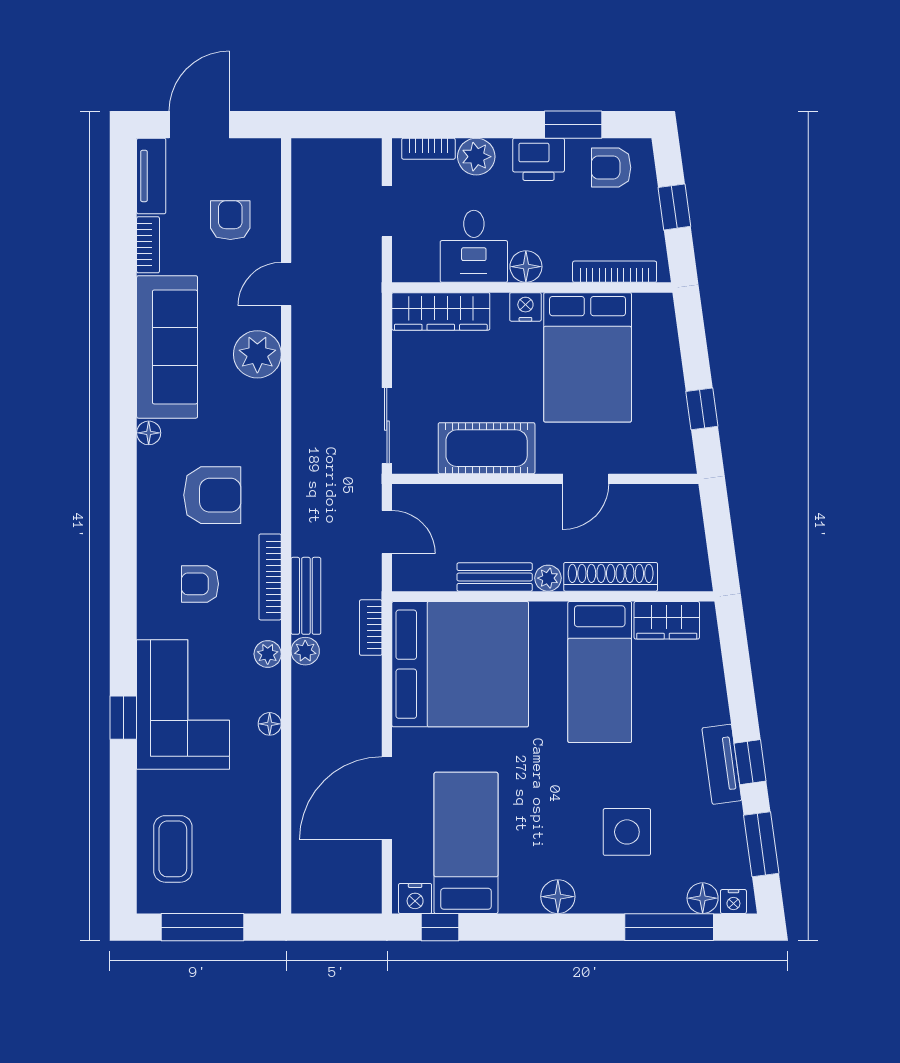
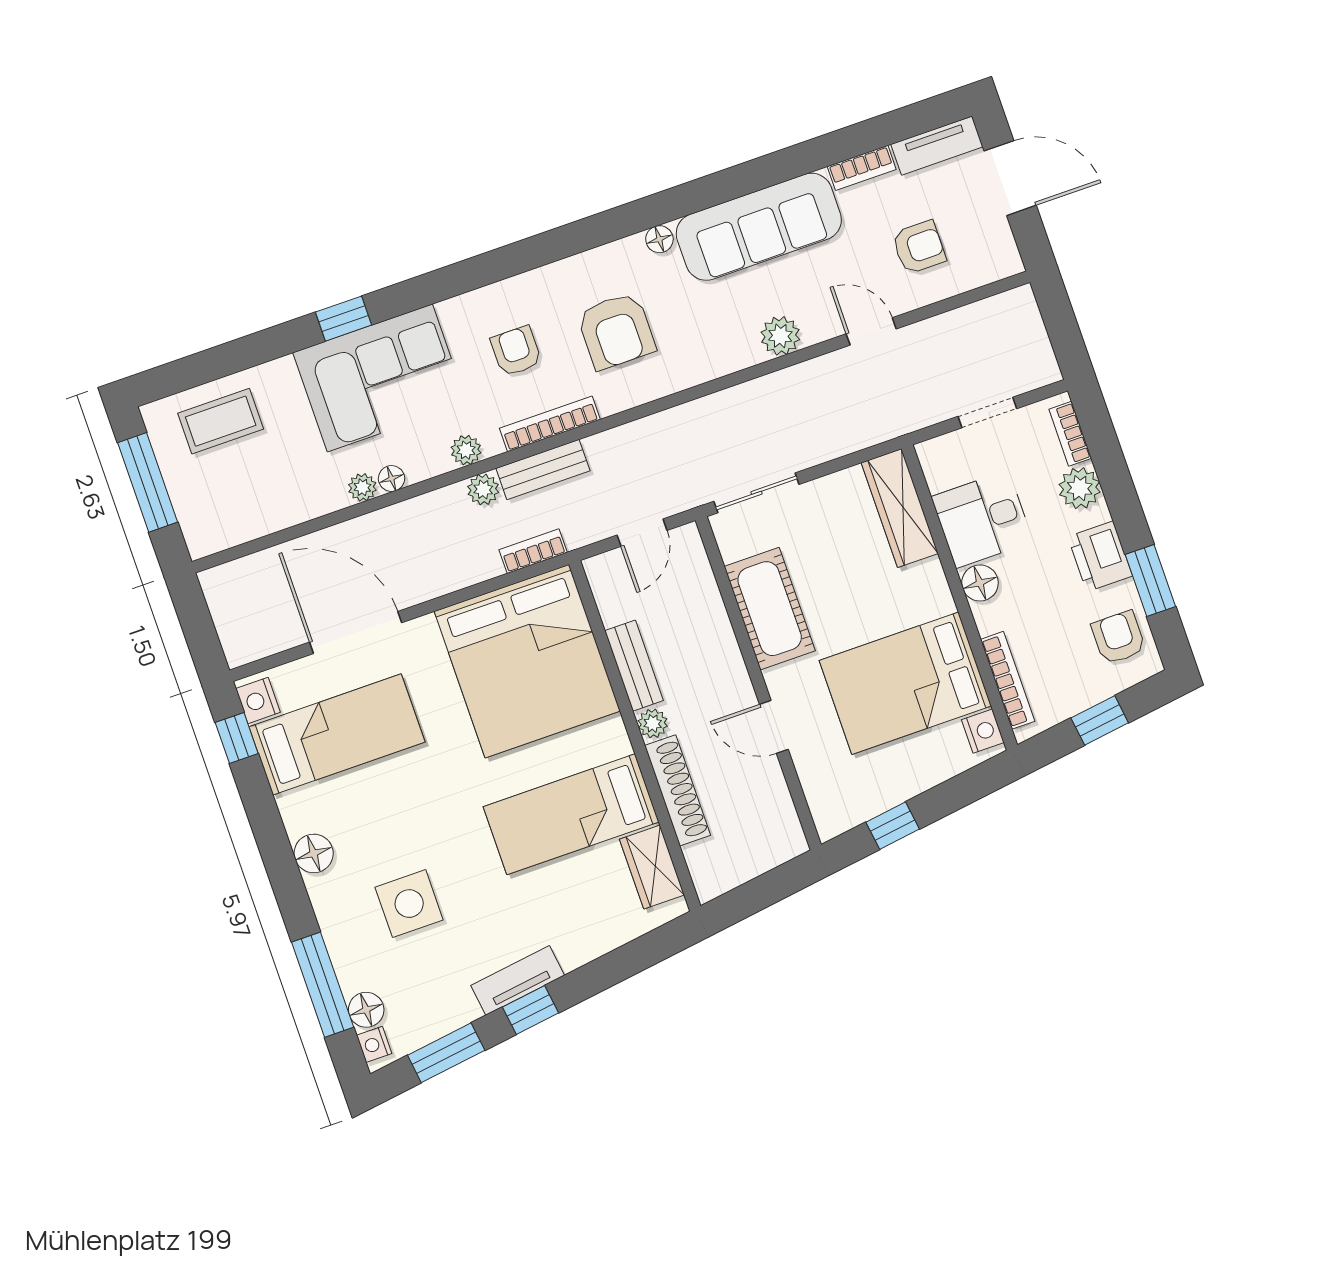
nightstand: (525, 307) -> (983, 731), moved
plant: (257, 354) -> (780, 336), width x0.73, depth x0.73
plant: (269, 751) -> (362, 487), added

